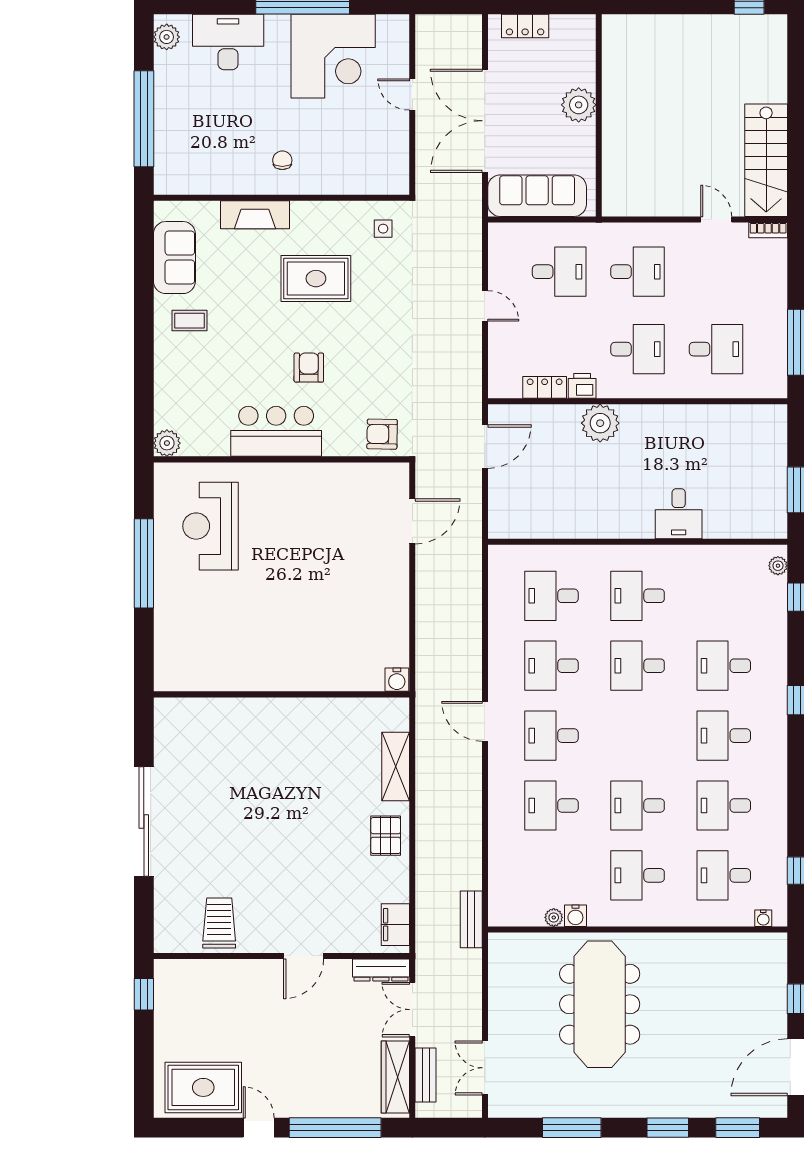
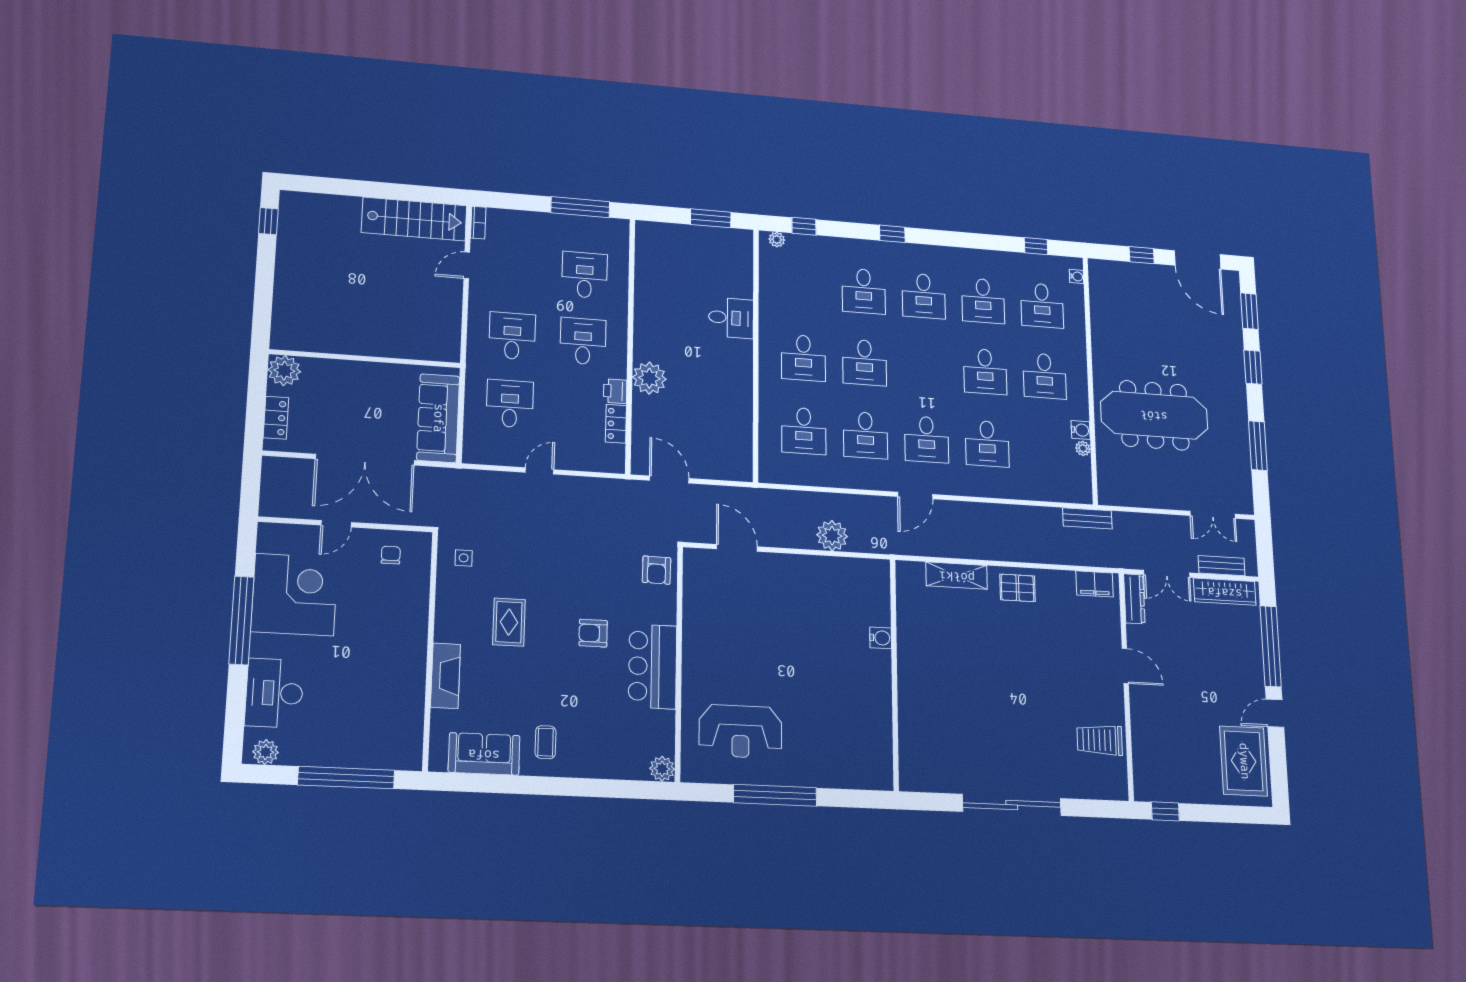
plant: (579, 105) -> (284, 371), moved
chair: (282, 160) -> (391, 555), moved, turned 90
rug: (316, 279) -> (509, 622), width x0.73, depth x0.70
plant: (433, 627) -> (832, 536), added
water cooler: (397, 680) -> (881, 638), moved

